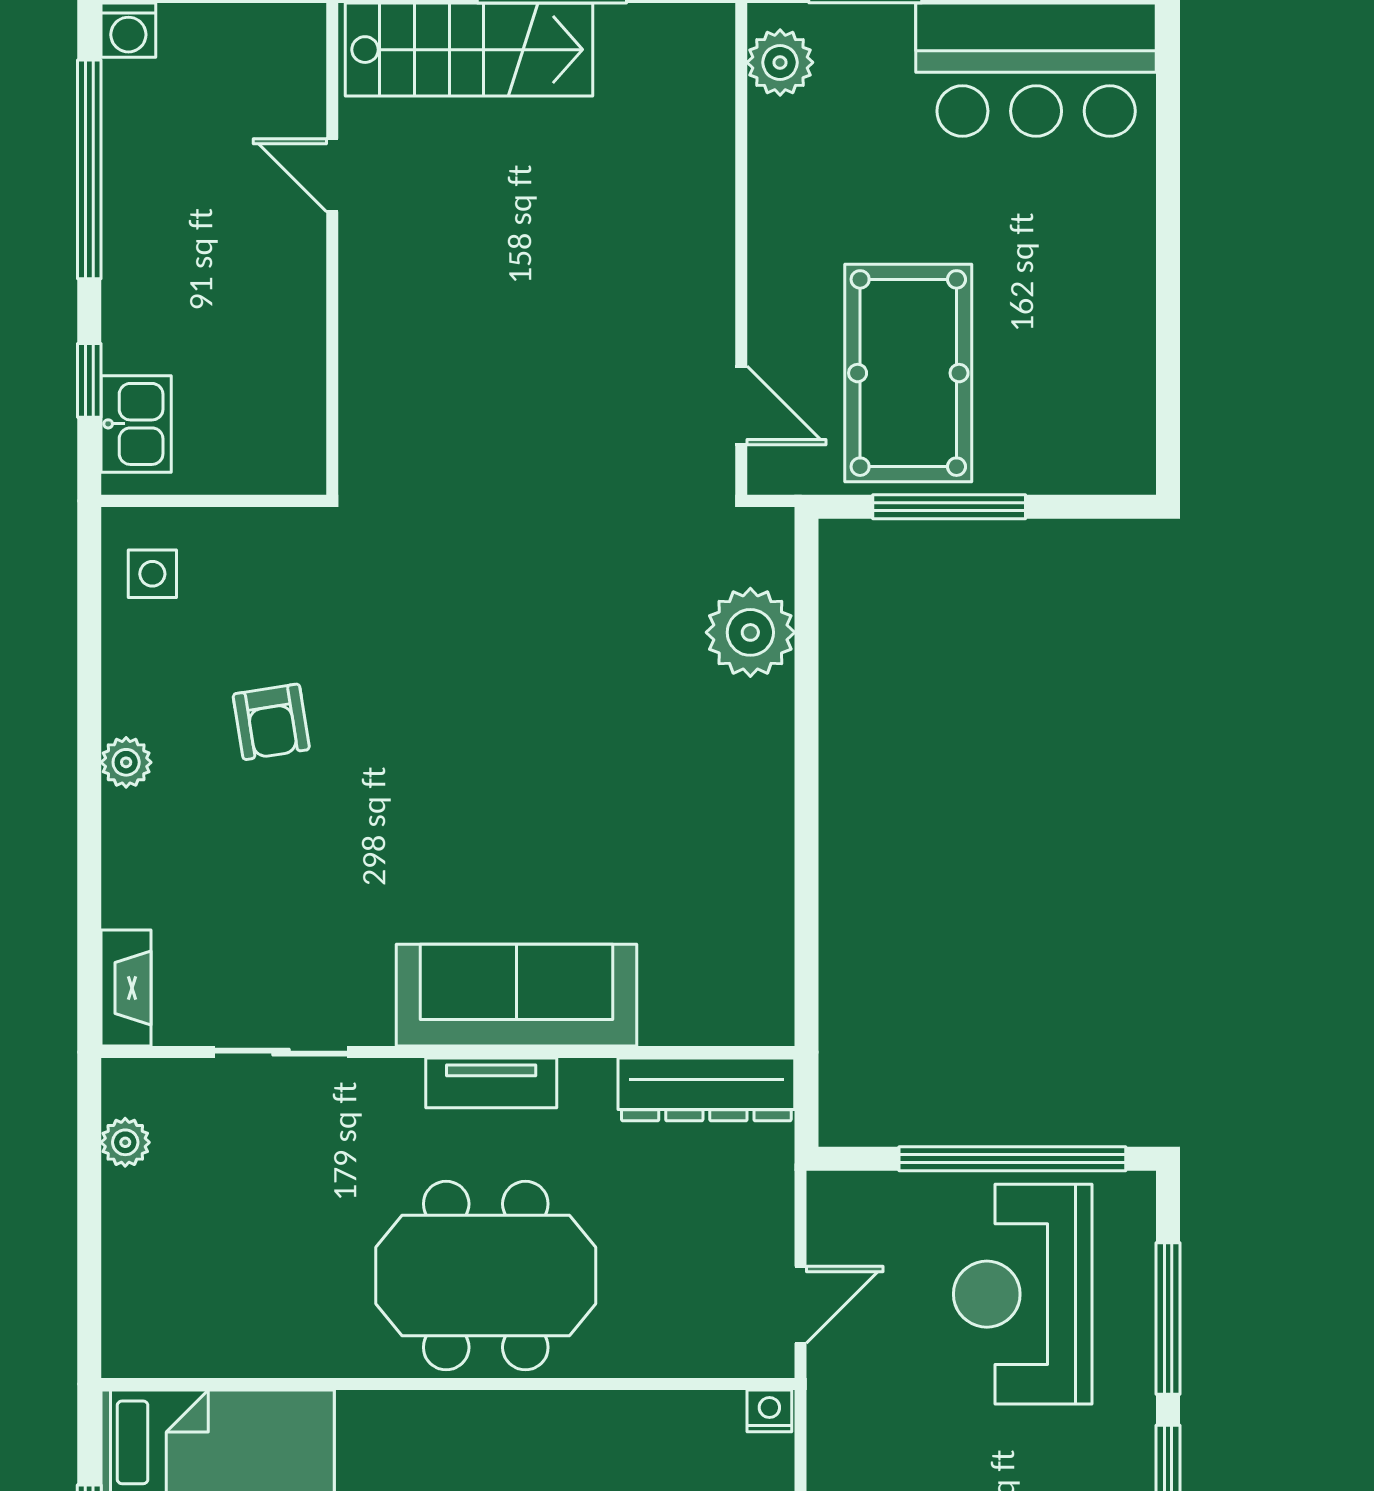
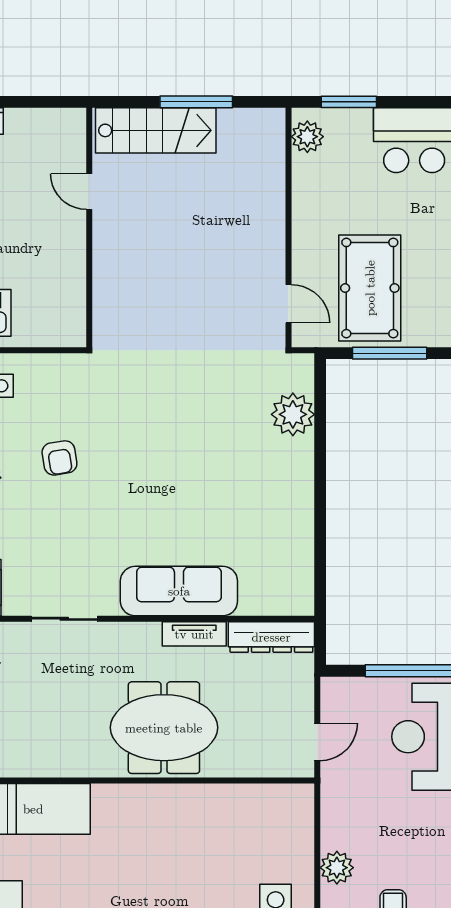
tv unit: (491, 1083) -> (194, 634), moved
nightstand: (769, 1411) -> (302, 794), removed

